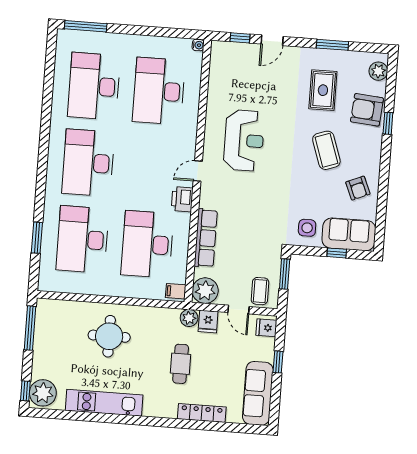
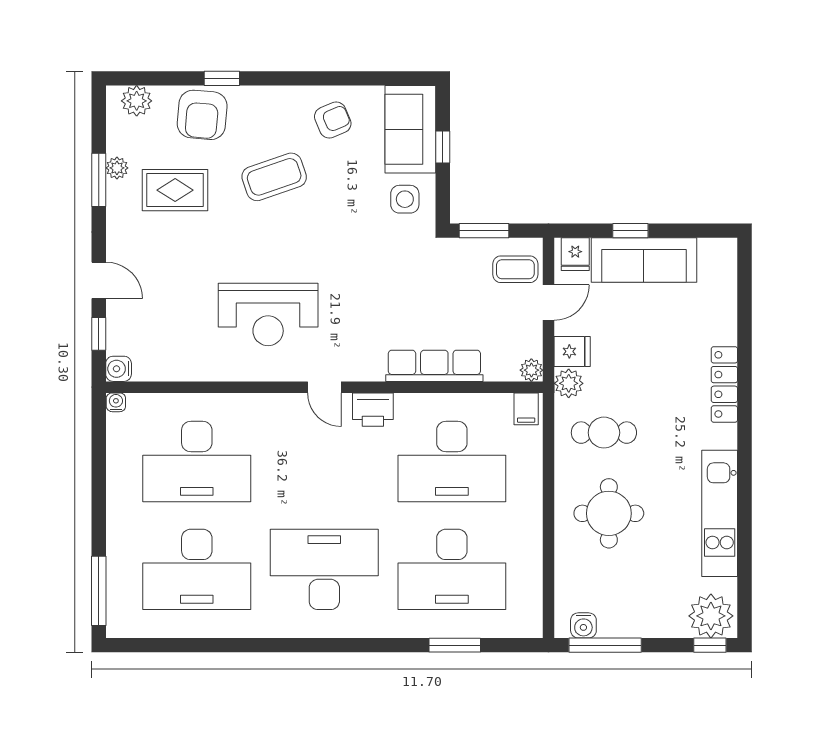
water cooler: (218, 48) -> (119, 369), added
plant: (339, 56) -> (117, 168), added
reception desk: (244, 140) -> (268, 314), turned 180
desk: (88, 163) -> (324, 569), turned 180
plant: (205, 291) -> (531, 370), width x0.53, depth x0.53
water cooler: (43, 316) -> (583, 625), added
cafe table: (181, 364) -> (604, 433), moved
sofa: (258, 393) -> (644, 260), moved
locker: (202, 413) -> (724, 384), moved

